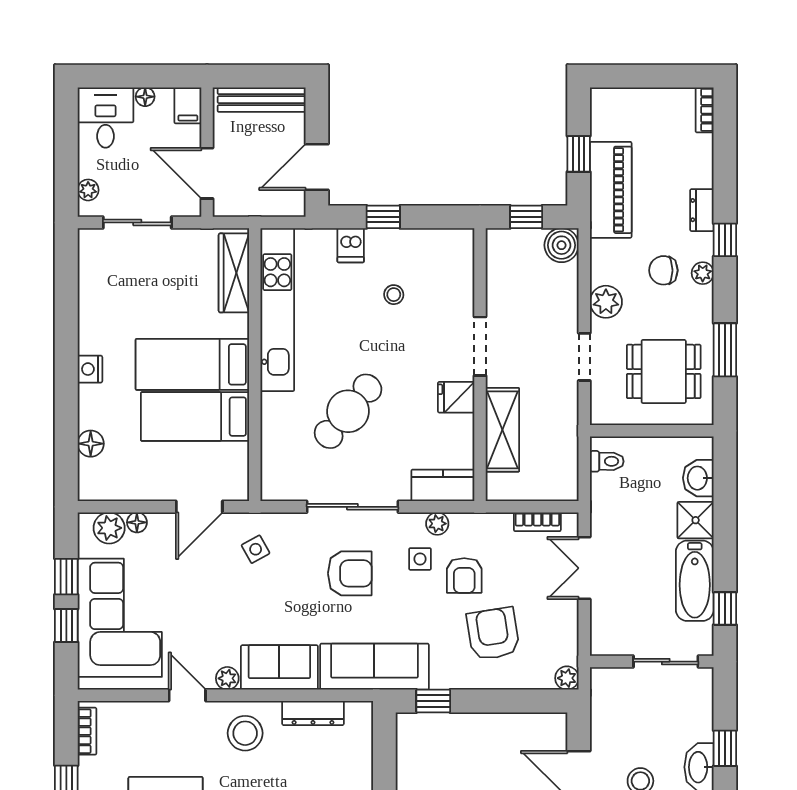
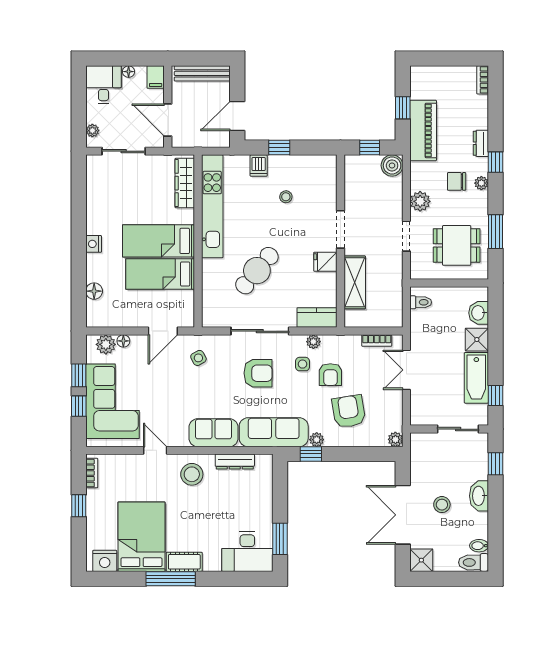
plant: (227, 678) -> (317, 440), moved
window: (725, 748) -> (495, 464), moved

